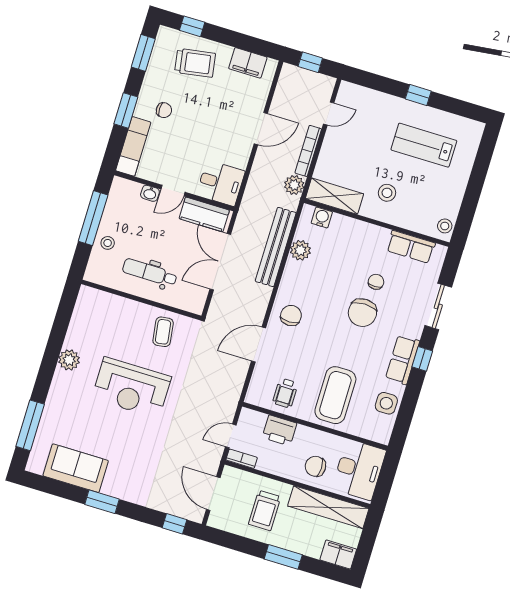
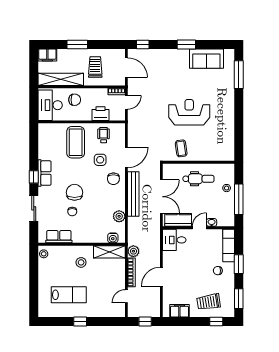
bench: (276, 247) -> (133, 194), moved
plant: (69, 360) -> (228, 117), removed
side table: (386, 403) -> (100, 160), moved

